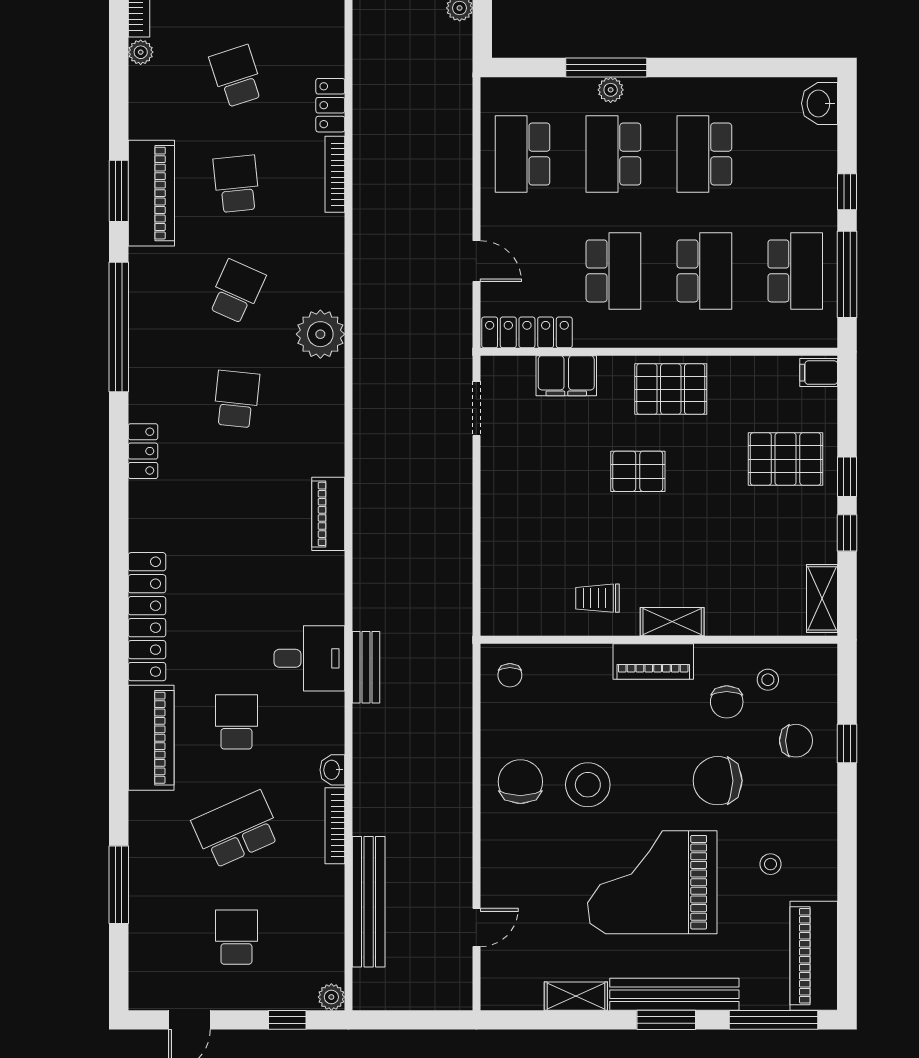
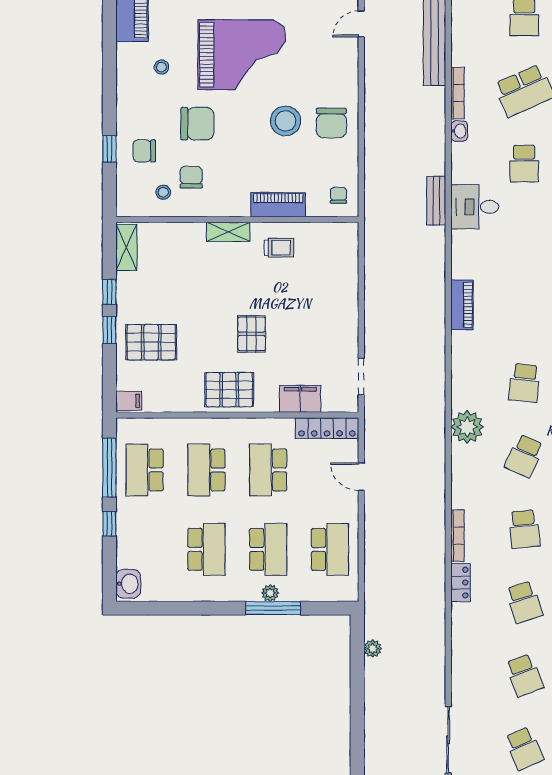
pallet: (638, 471) -> (252, 334), turned 90
piano: (653, 661) -> (278, 205), moved

